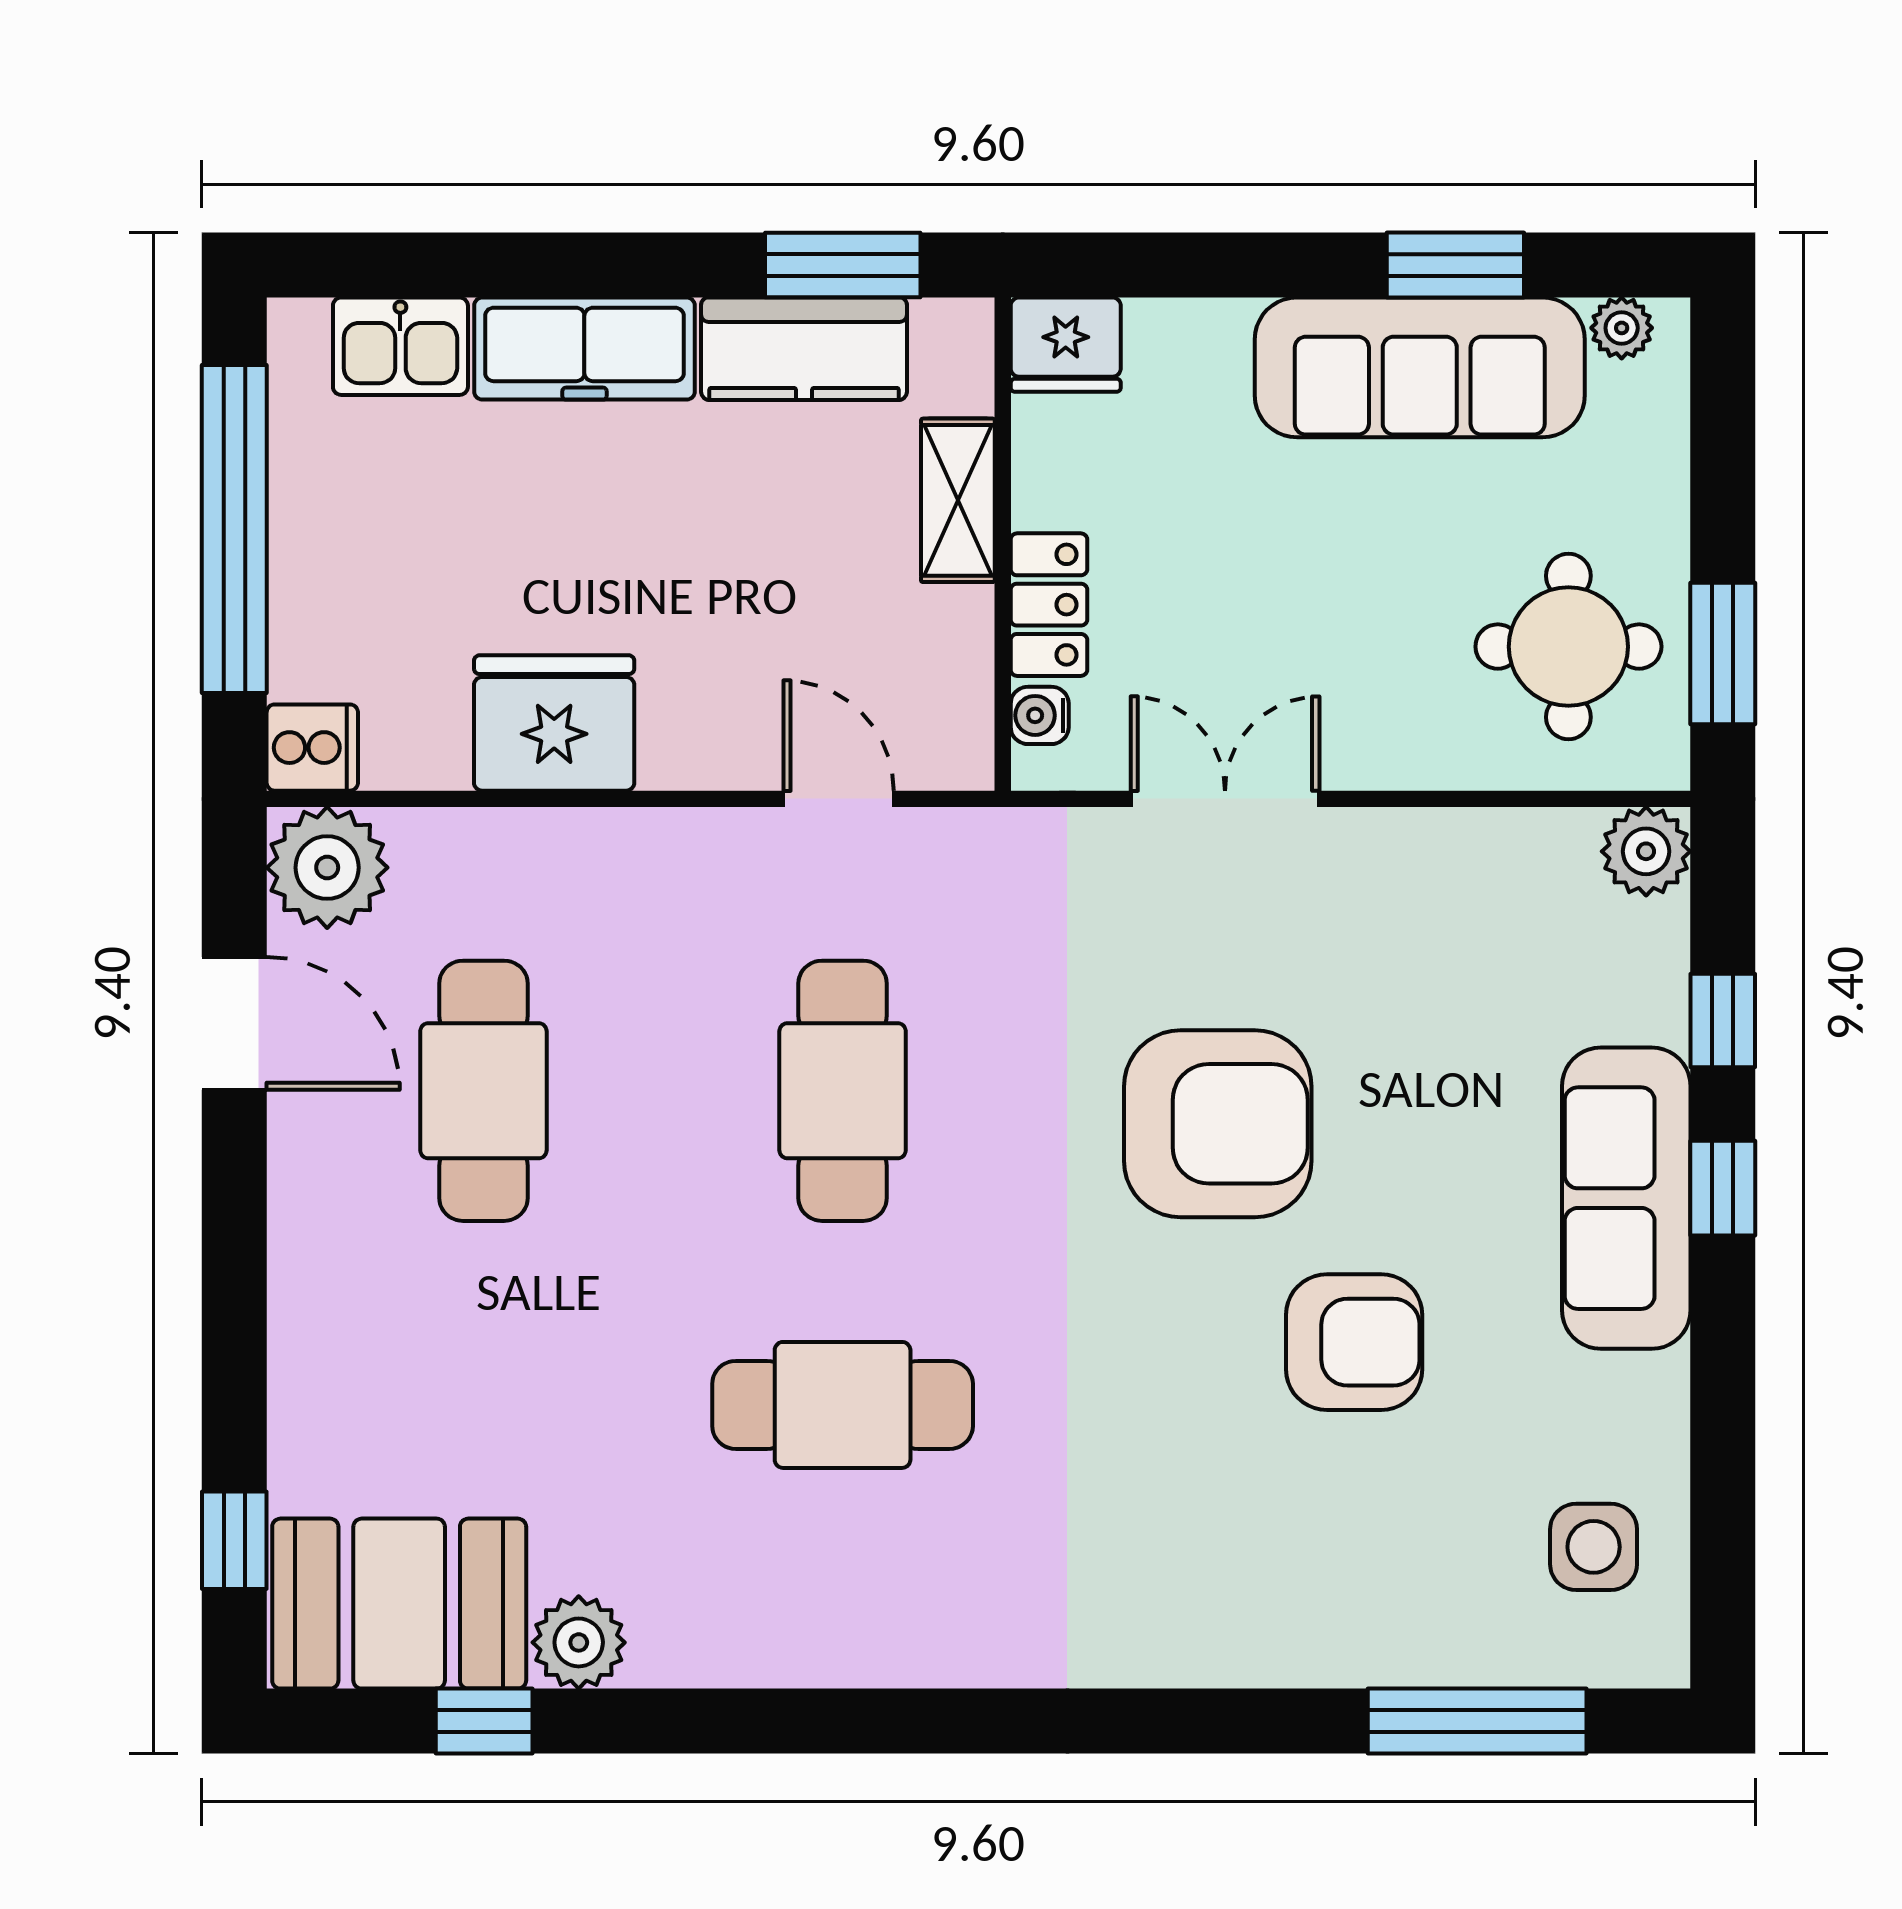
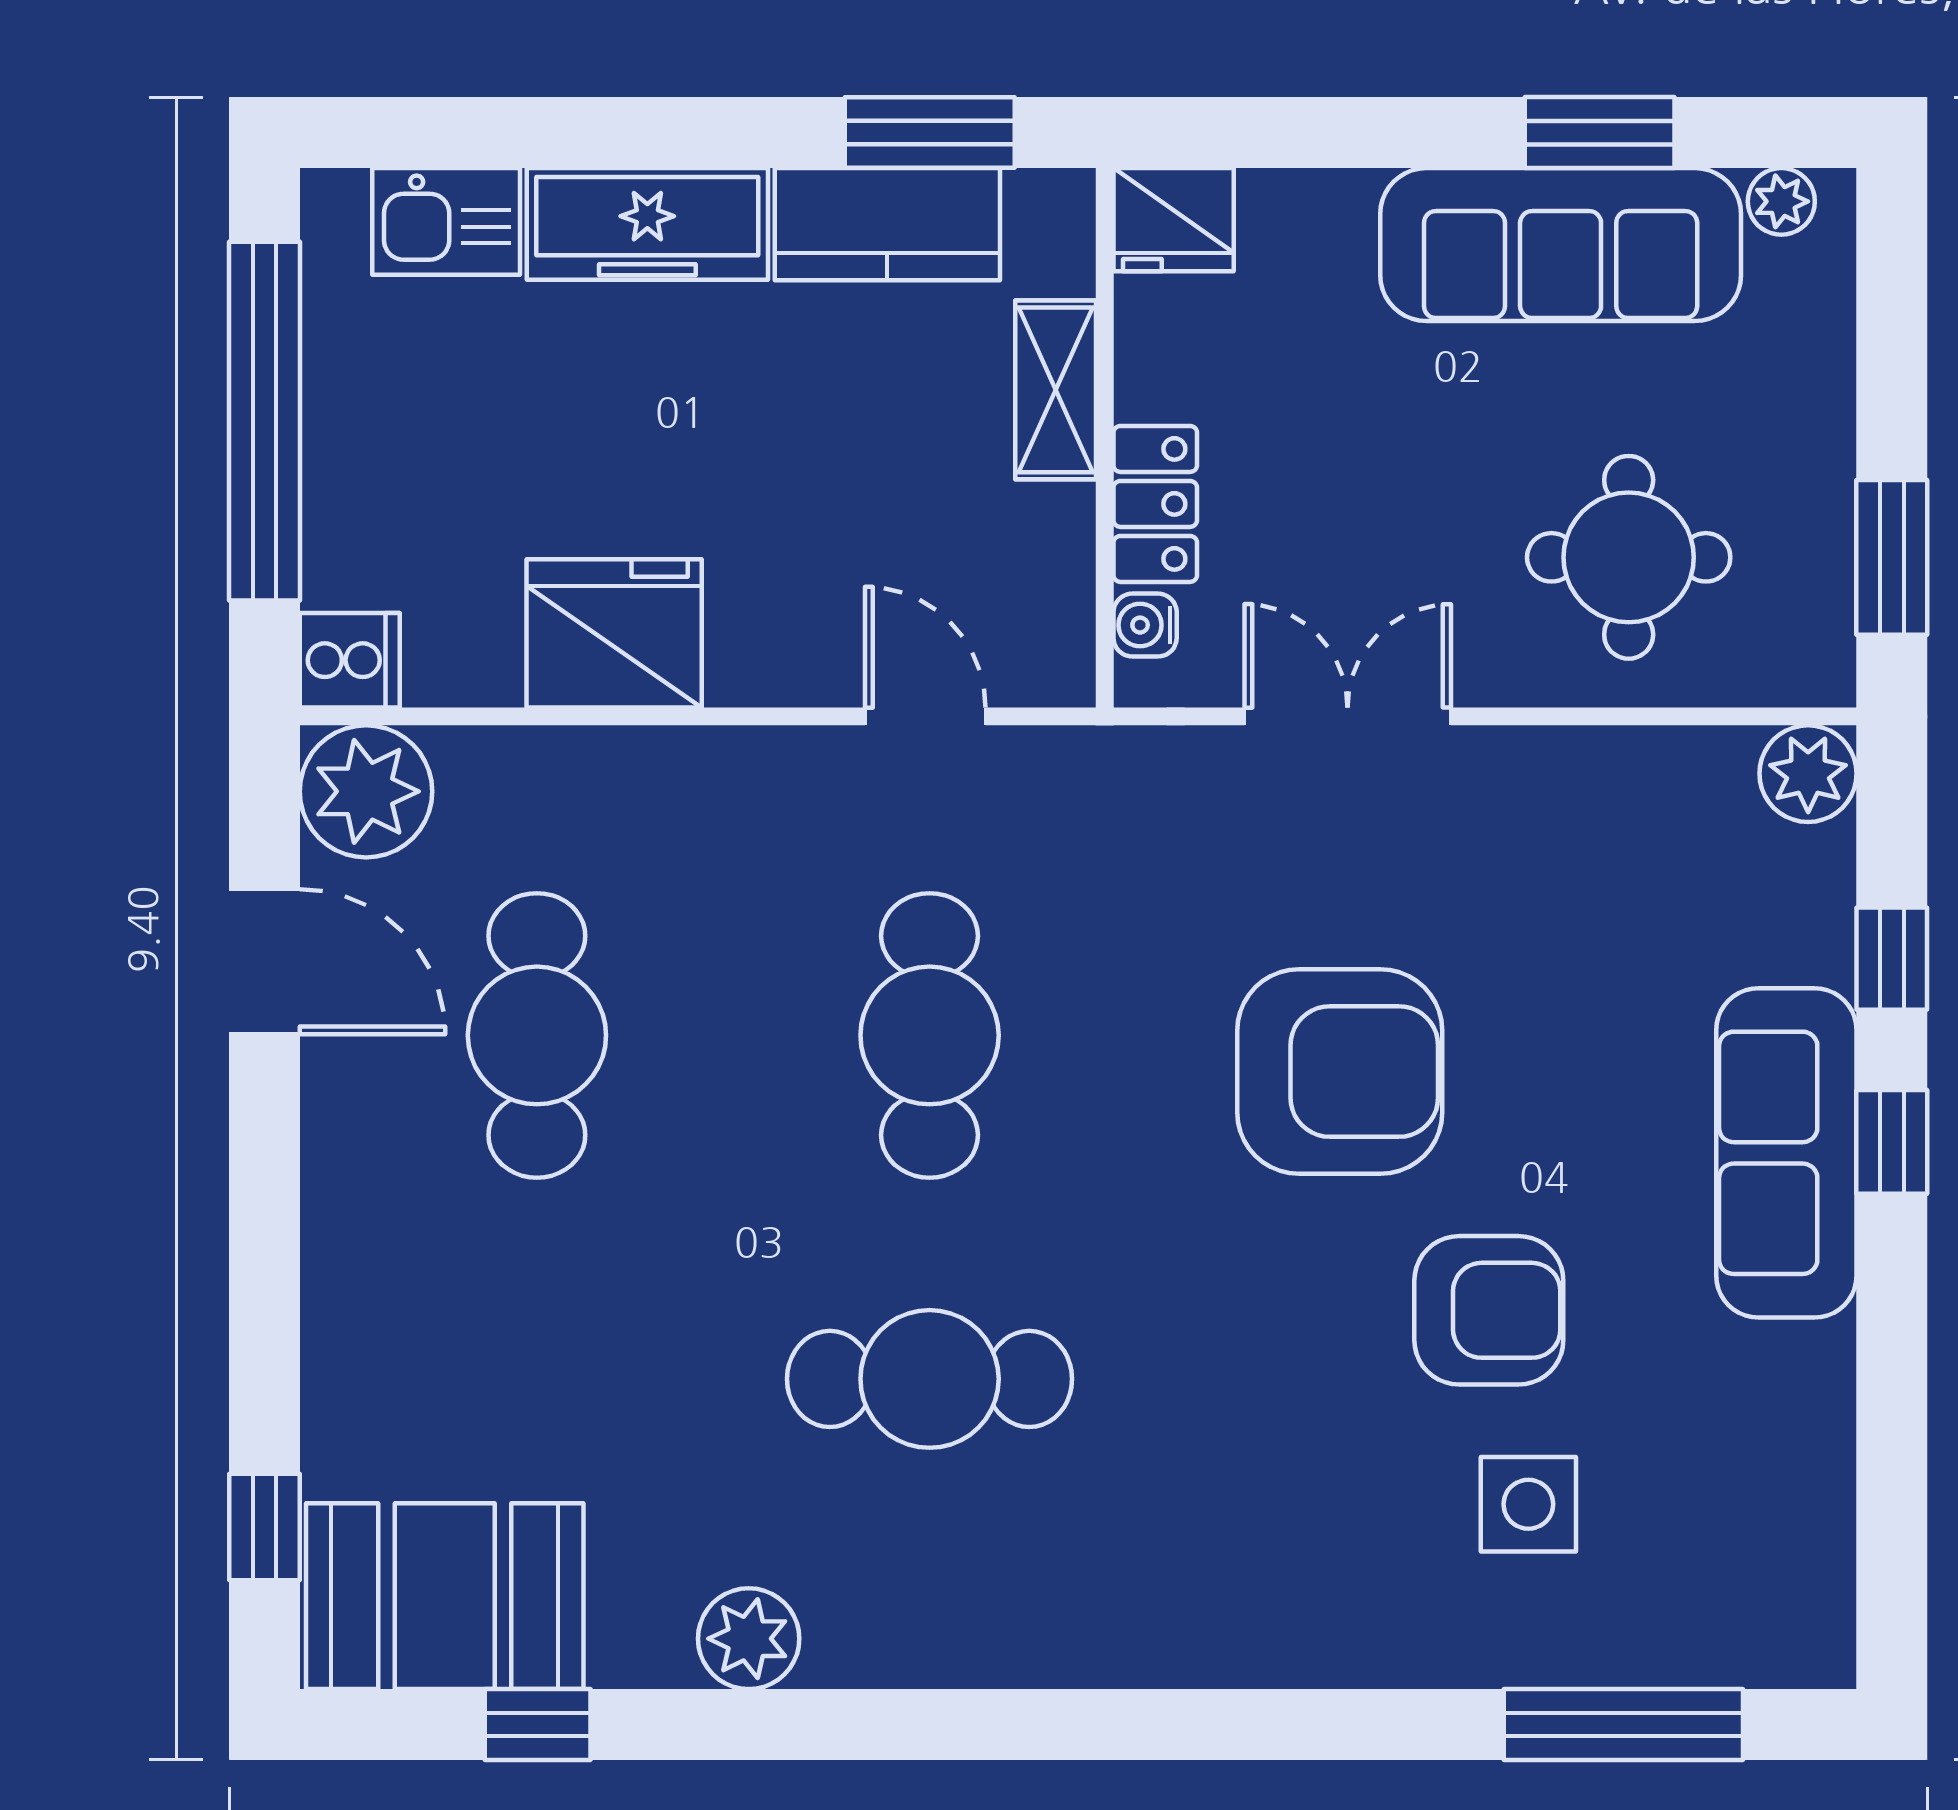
round table: (1568, 647) -> (1629, 557), moved
side table: (1594, 1547) -> (1528, 1504), moved
plant: (579, 1642) -> (749, 1639), moved

